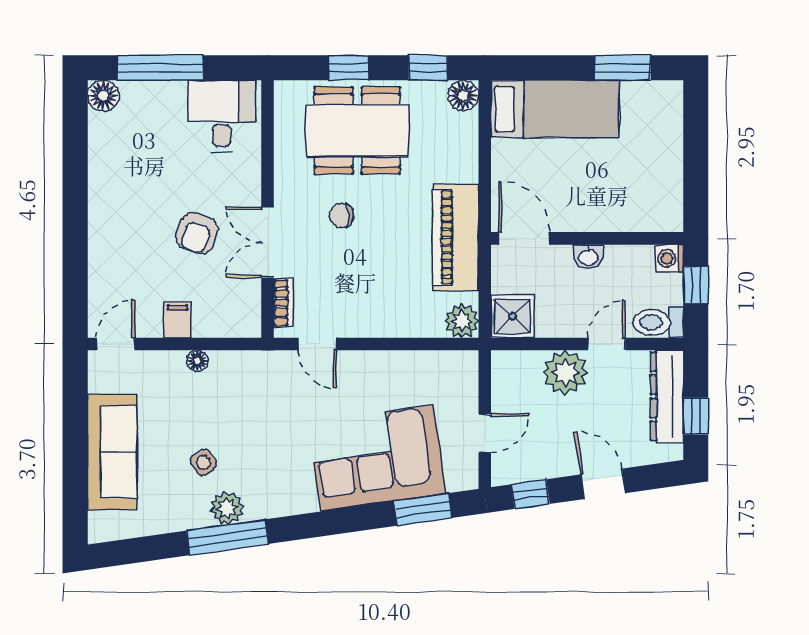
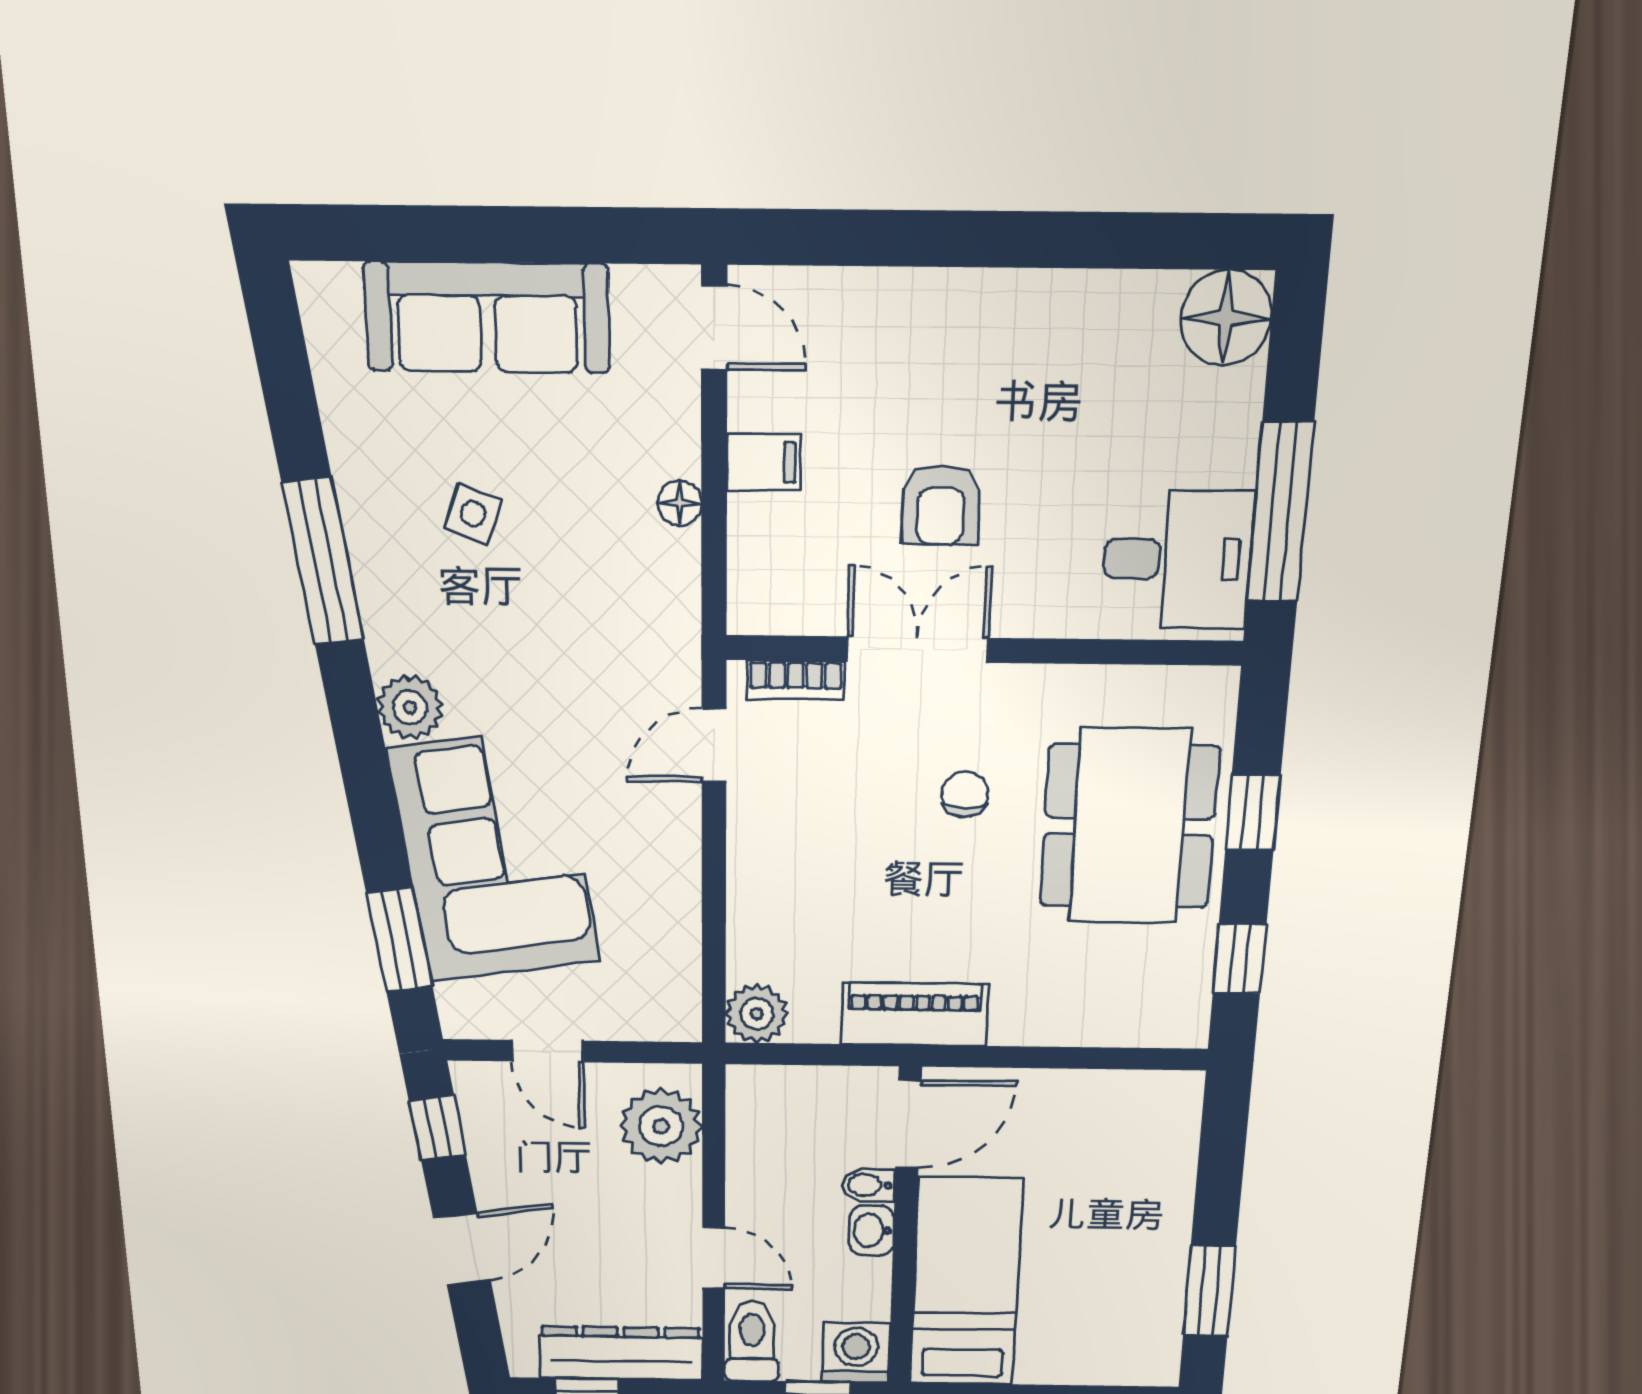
window: (160, 68) -> (1280, 512), moved
floor lamp: (463, 95) -> (1181, 1021), removed
floor lamp: (103, 96) -> (1226, 318), width x1.38, depth x1.38
bed: (555, 109) -> (966, 1282), moved, turned 180
armchair: (197, 233) -> (941, 505), turned -110
piano: (456, 237) -> (914, 1014), width x0.73, depth x0.75
washing machine: (670, 258) -> (856, 1353), width x1.38, depth x1.38
bidet: (561, 259) -> (868, 1185), added
shower: (512, 316) -> (765, 1102), removed
plant: (565, 373) -> (661, 1126), moved
side table: (203, 462) -> (473, 514), turned -37
plant: (227, 508) -> (410, 707), moved

